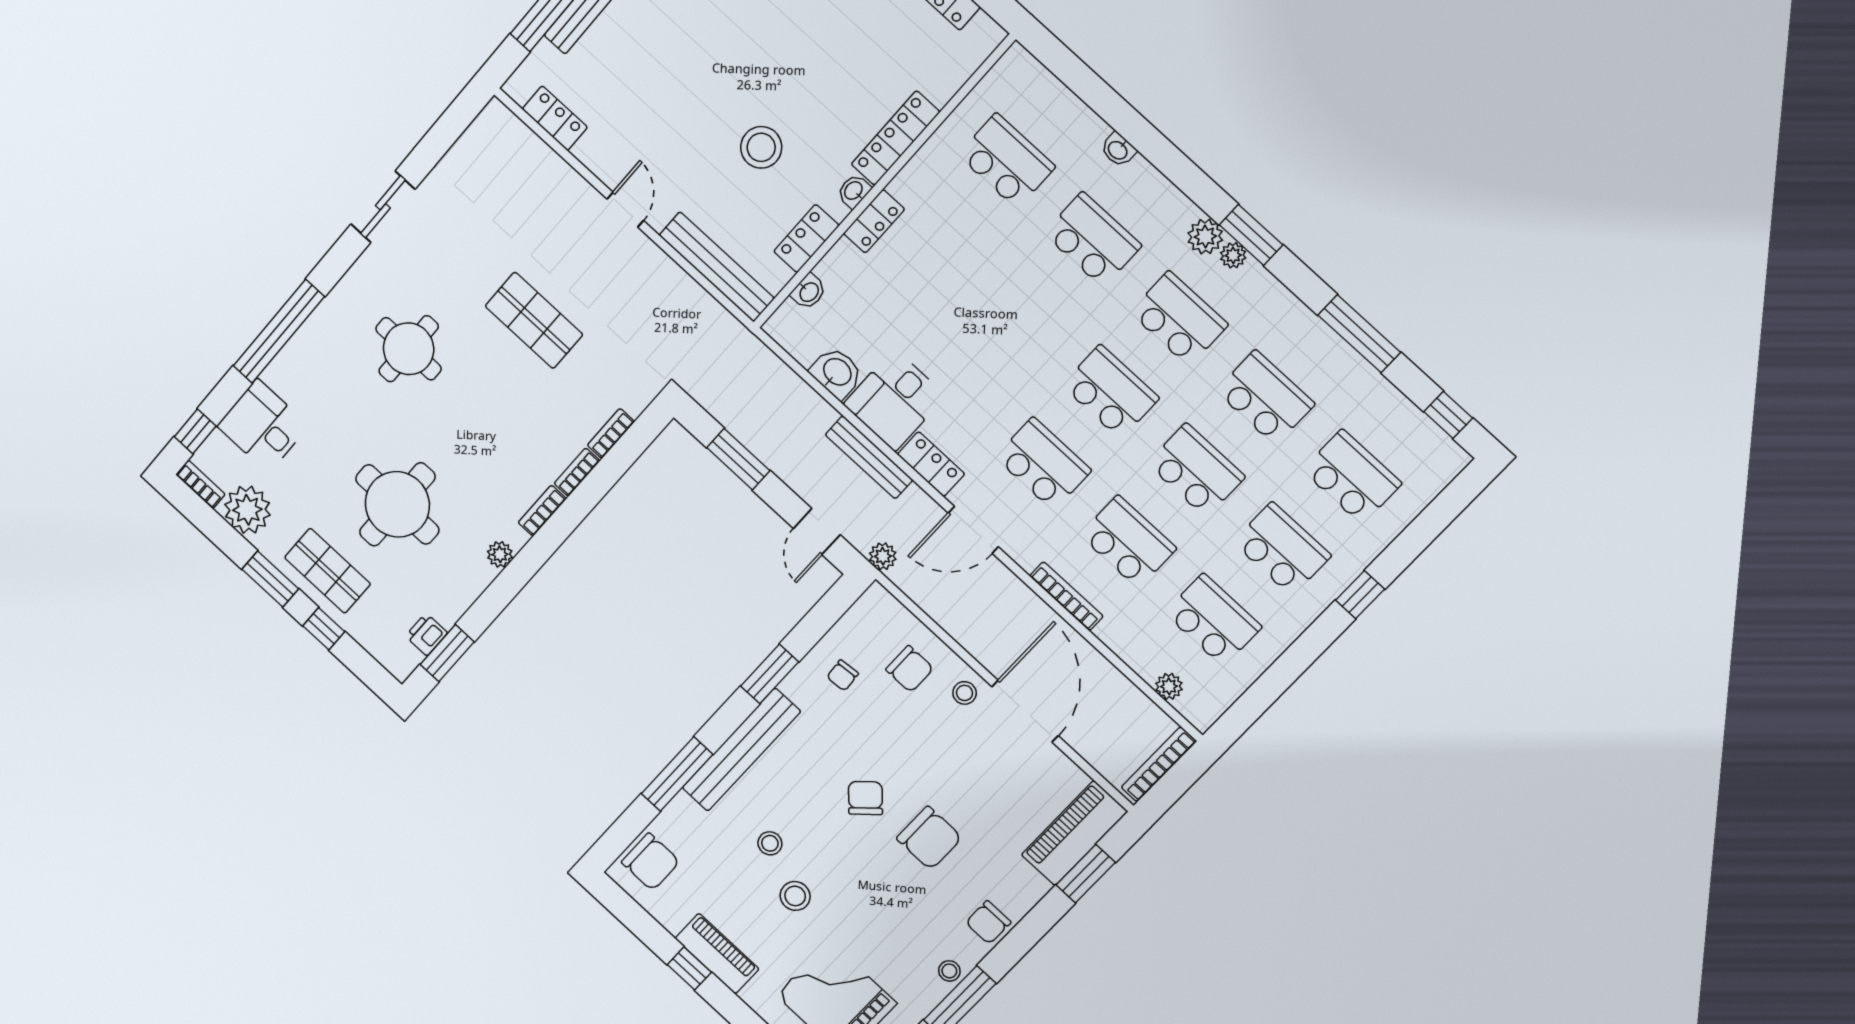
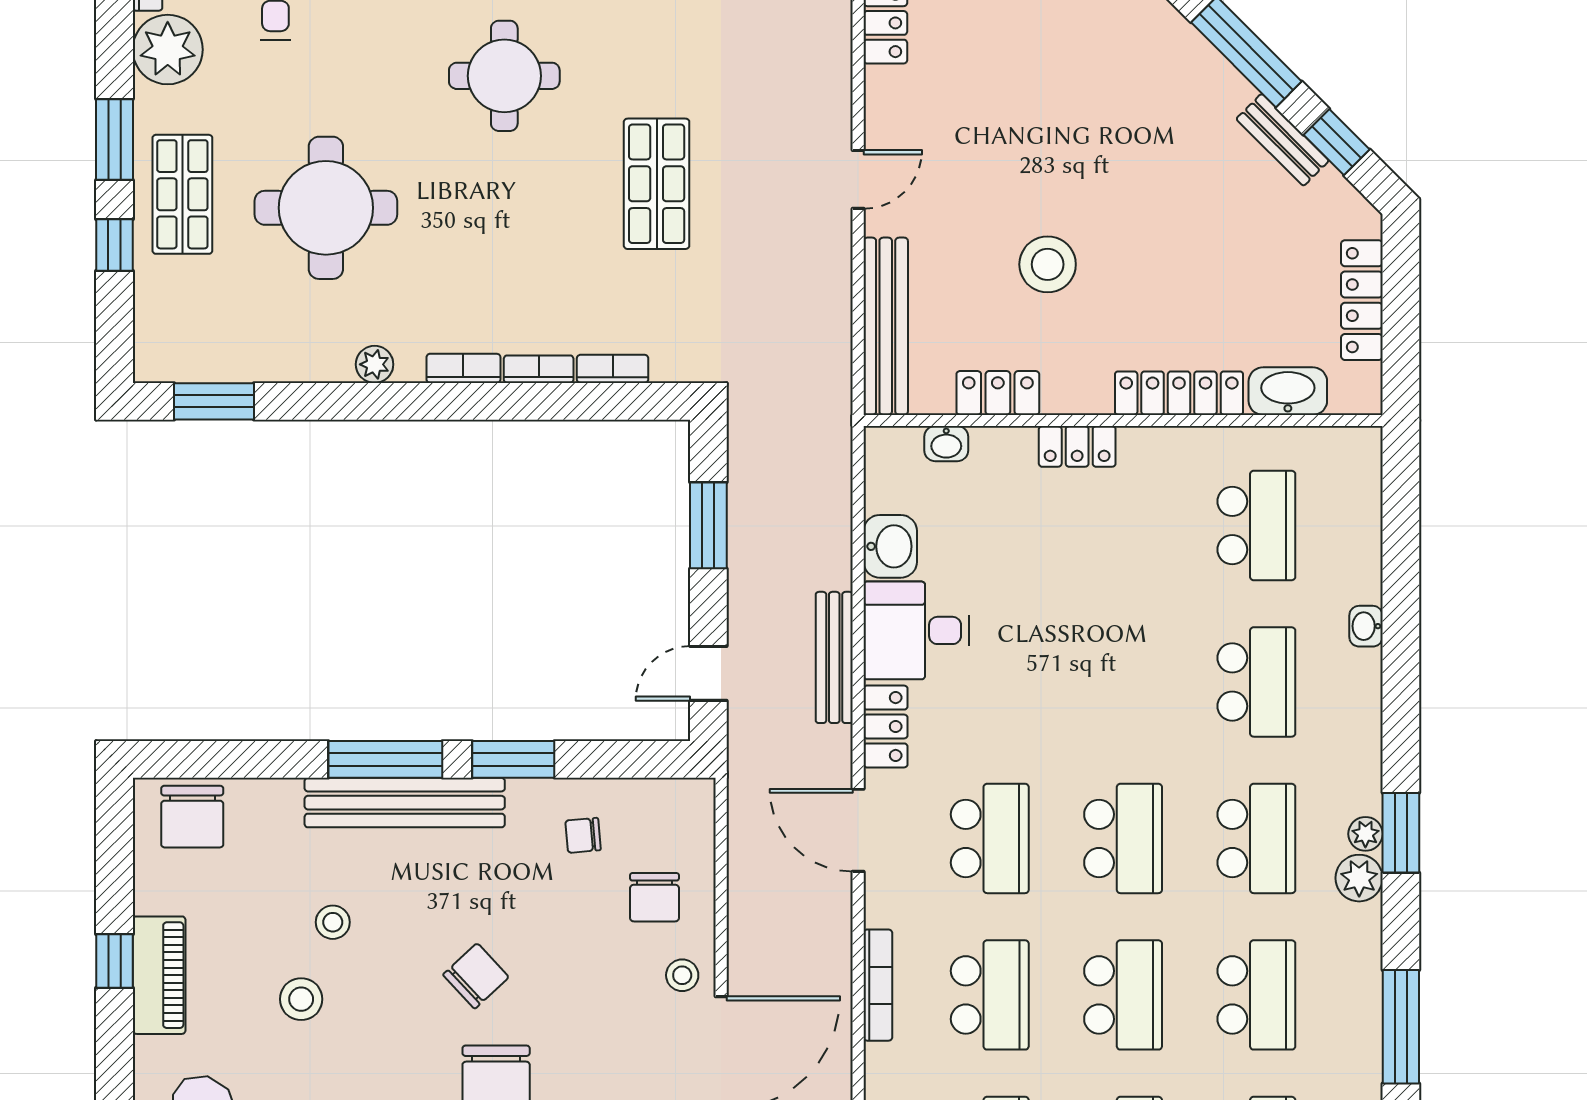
washbasin: (854, 191) -> (1288, 391), moved, width x1.91, depth x1.45
plant: (1205, 237) -> (1359, 878), moved
plant: (883, 556) -> (746, 764), removed
printer: (426, 634) -> (213, 361), removed
window: (677, 774) -> (385, 759), moved

